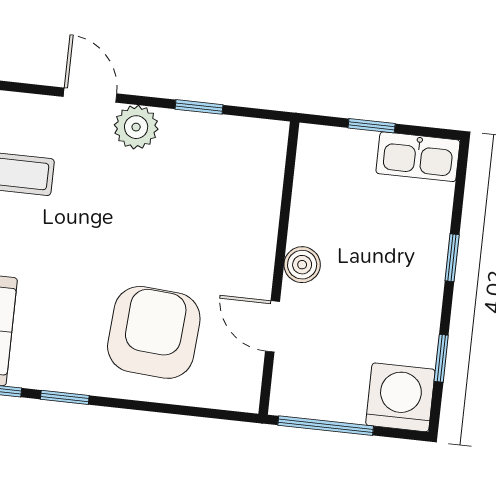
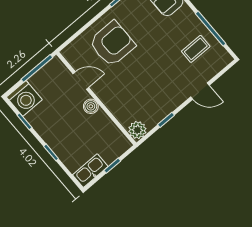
plant: (136, 127) -> (137, 130), moved
armchair: (154, 332) -> (112, 44), turned -94

